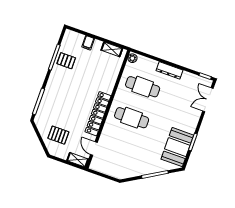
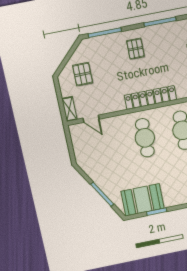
pallet: (66, 61) -> (135, 49), moved
locker: (98, 114) -> (150, 97), moved
door: (94, 149) -> (91, 119), swing flipped

